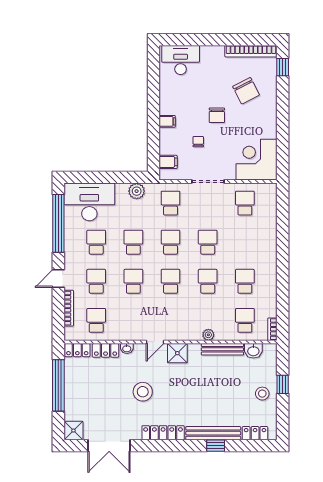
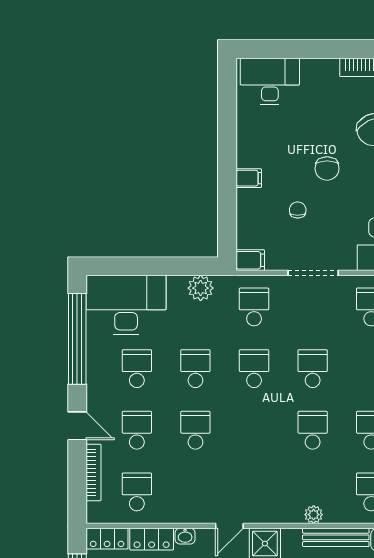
filing cabinet: (168, 162) -> (250, 260), moved
door: (58, 279) -> (77, 426), swing flipped
school desk: (171, 281) -> (254, 430), removed

